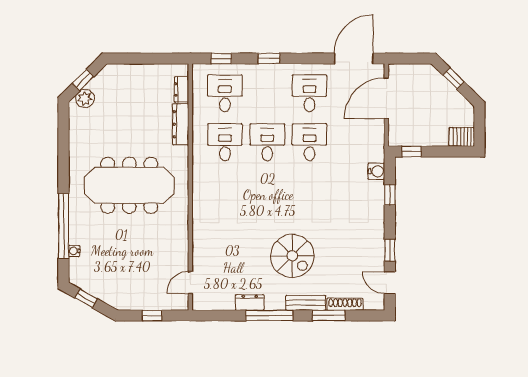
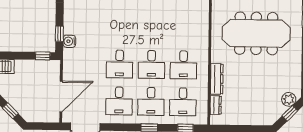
desk: (267, 93) -> (151, 101), added
window: (390, 195) -> (59, 34), moved

